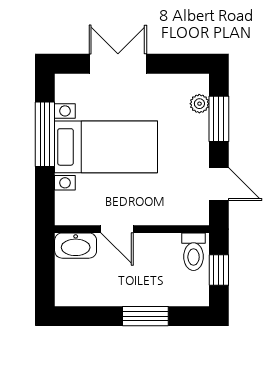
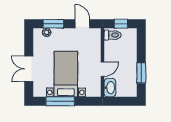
door: (219, 184) -> (82, 24), hinge flipped
window: (145, 316) -> (141, 73), moved

